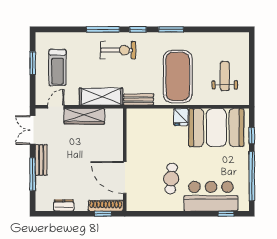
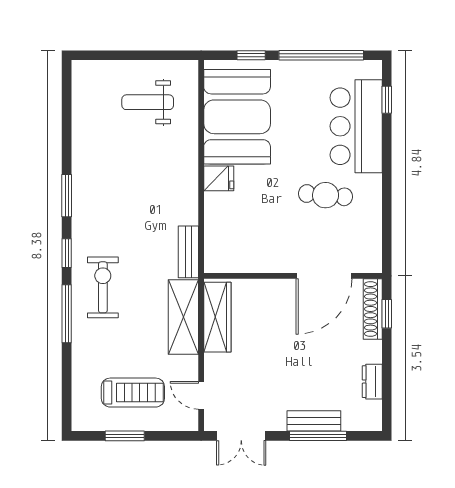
exercise mat: (178, 76) -> (148, 184), removed
wardrobe: (84, 116) -> (217, 317), moved
bench: (41, 160) -> (314, 421), moved

